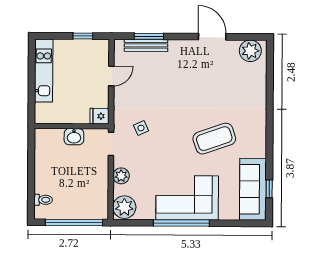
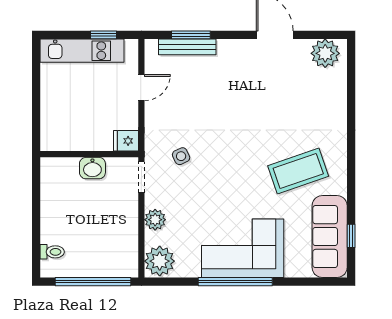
kitchen unit: (44, 70) -> (82, 51), moved, turned 90
coffee table: (214, 139) -> (298, 171), moved

